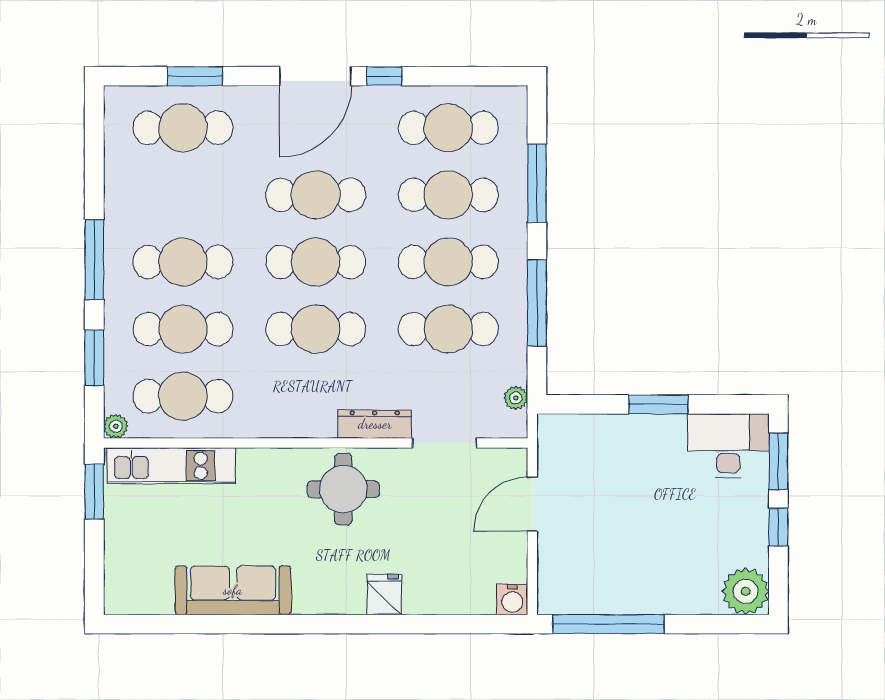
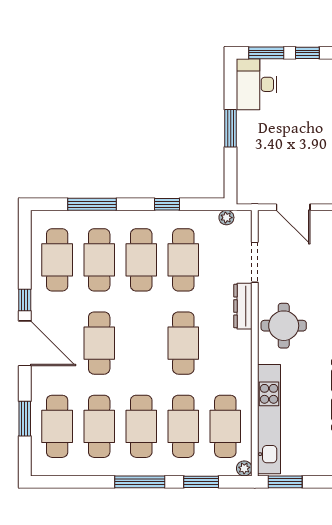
cafe table: (316, 262) -> (99, 426), moved
window: (537, 303) -> (167, 204), width x0.46
kitchen unit: (171, 466) -> (269, 419), width x1.36

